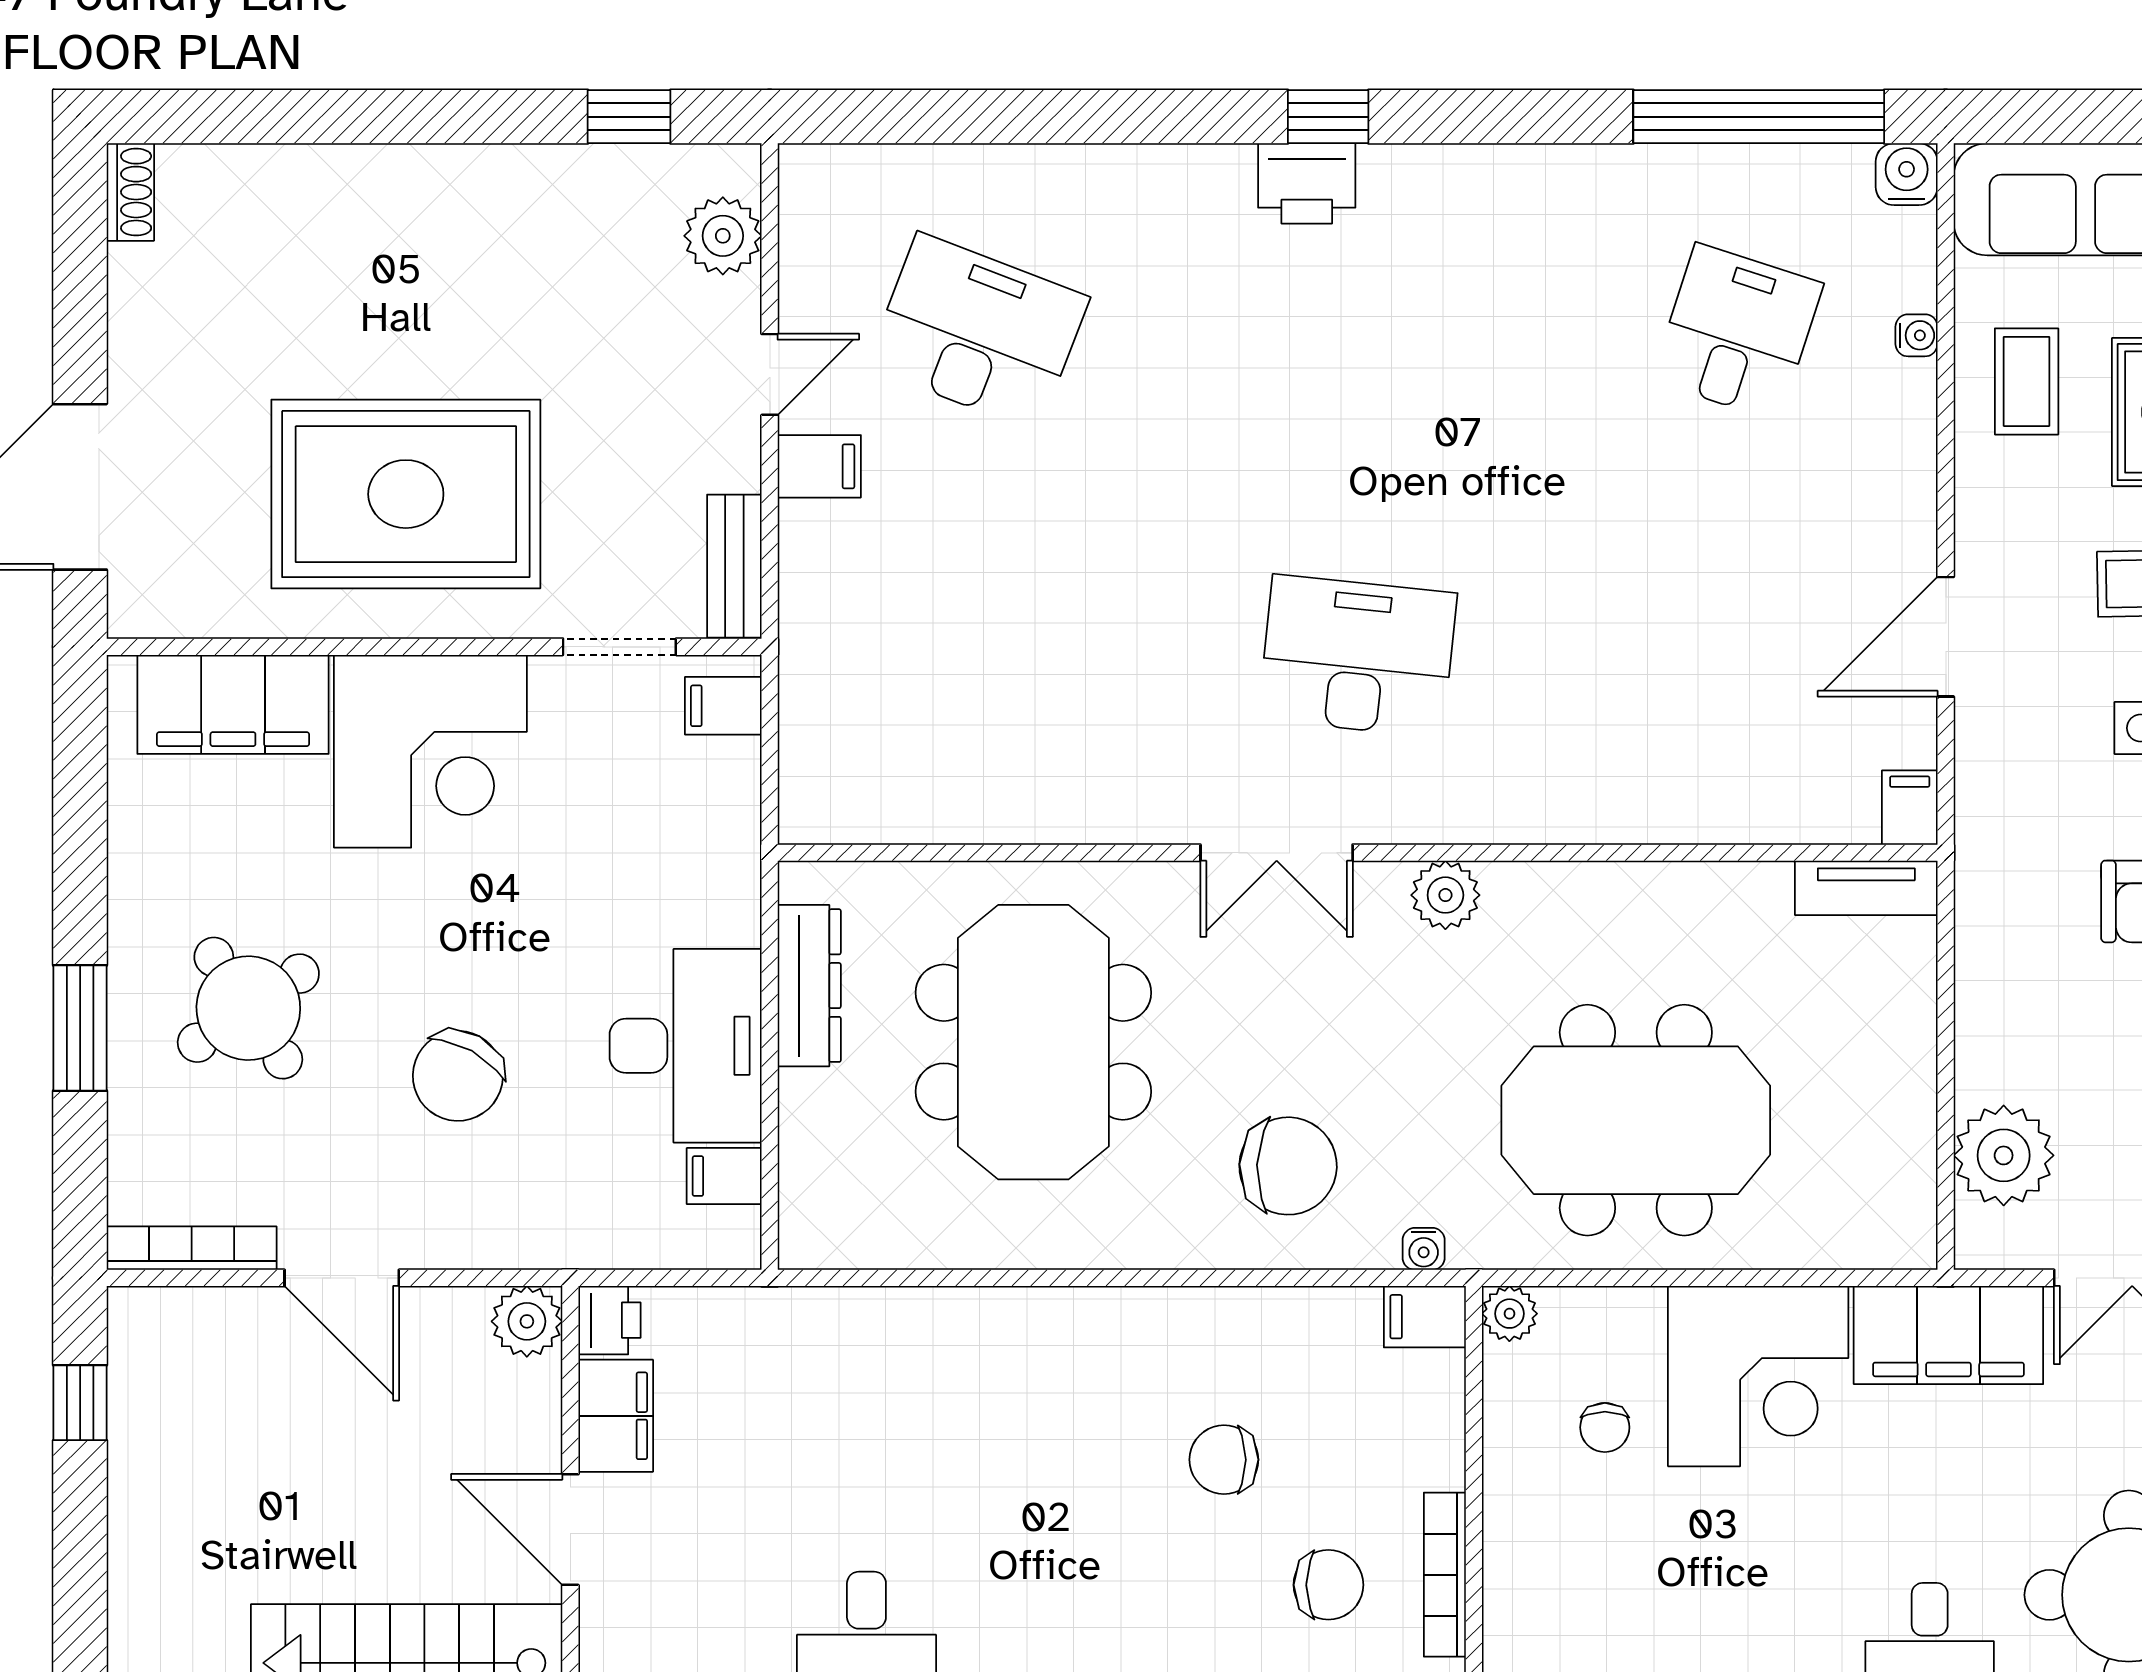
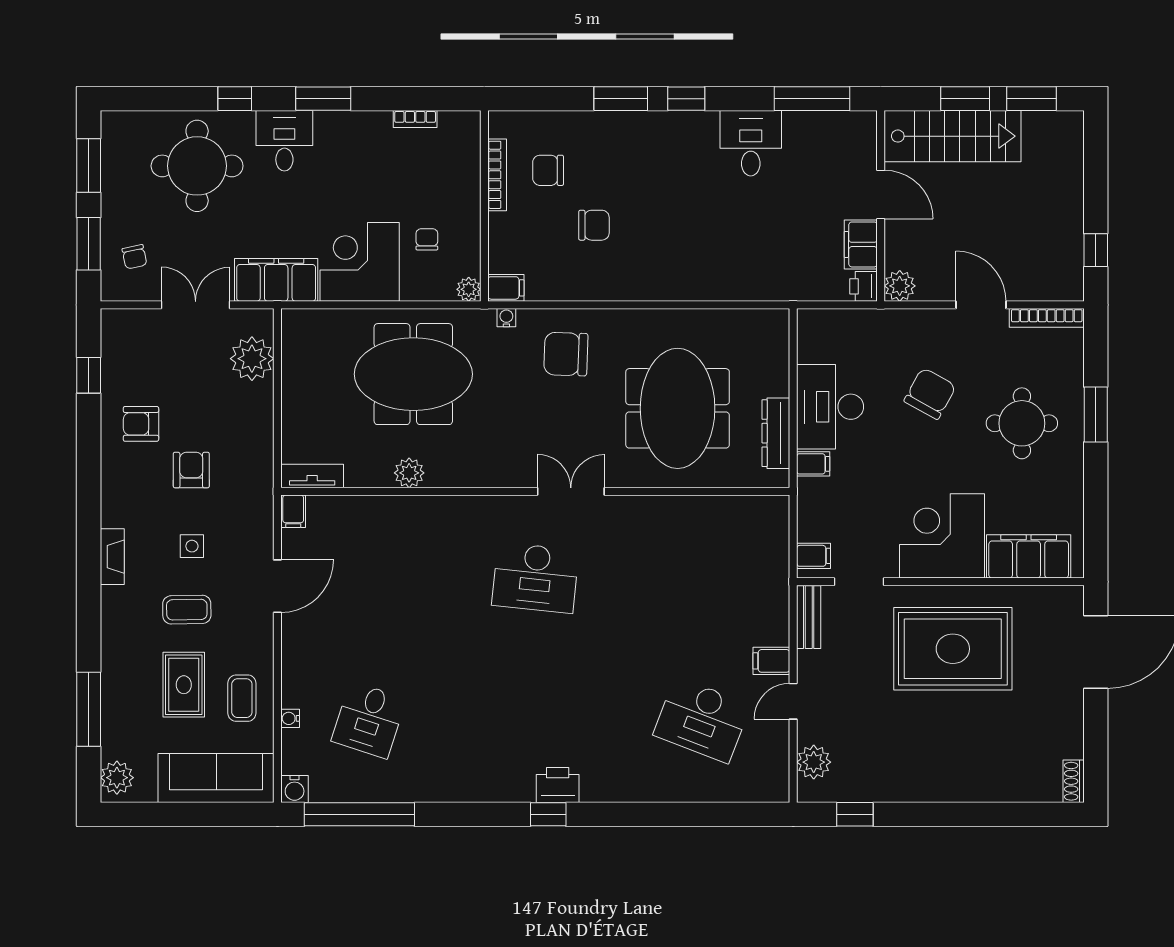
plant: (1445, 895) -> (409, 473), moved
round table: (248, 1008) -> (1022, 423), turned 34
filing cabinet: (724, 1176) -> (813, 464), moved

